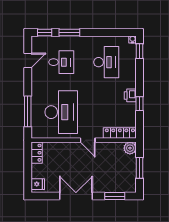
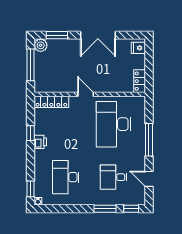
door: (28, 61) -> (149, 179), hinge flipped
window: (28, 111) -> (149, 140), moved
plant: (130, 148) -> (41, 45), moved
window: (140, 168) -> (30, 65), width x1.44

